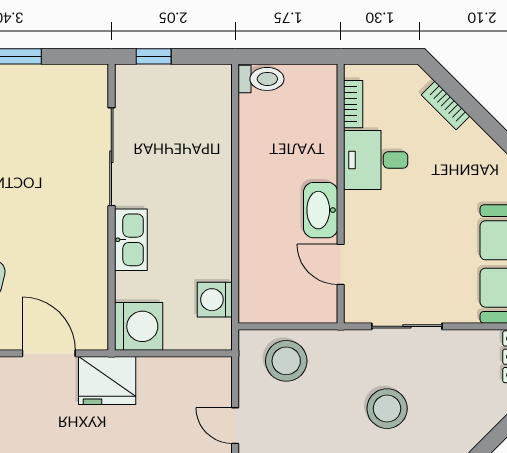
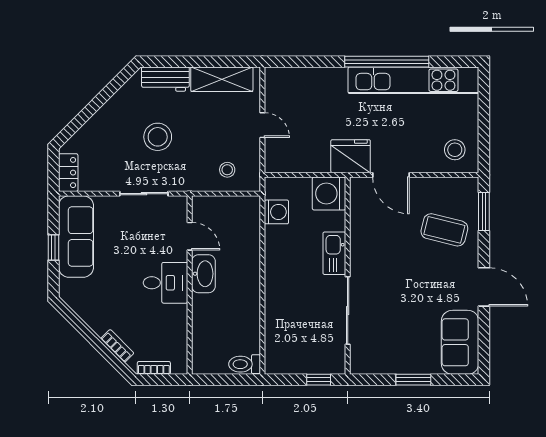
bookcase: (353, 104) -> (154, 368), moved, turned 90
desk: (376, 160) -> (165, 283), moved
stool: (286, 361) -> (227, 170), width x0.53, depth x0.53

